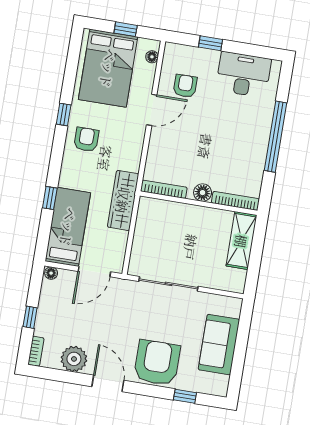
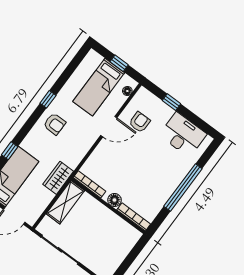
bed: (108, 68) -> (99, 87), width x0.67
armchair: (86, 139) -> (54, 124), turned 90
wardrobe: (123, 200) -> (58, 178), width x0.67
shelving: (241, 241) -> (65, 202), moved

